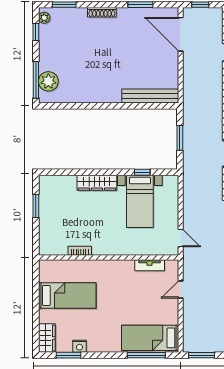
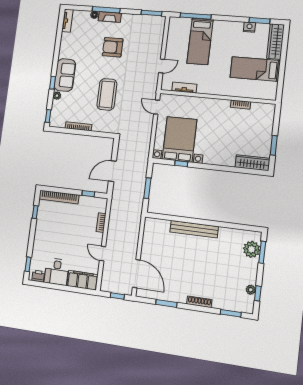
plant: (44, 18) -> (251, 290), moved
window: (36, 80) -> (262, 252), width x0.69
bench: (150, 96) -> (194, 229), moved
wardrobe: (97, 183) -> (252, 163), moved
bed with nightstands: (140, 201) -> (180, 139), width x1.36
wardrobe: (47, 338) -> (275, 41), width x1.50
bed: (150, 338) -> (200, 41), moved, turned 90

